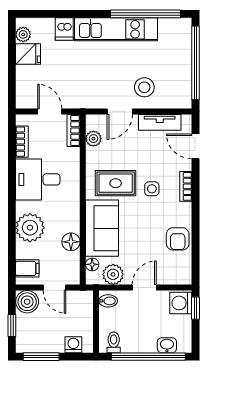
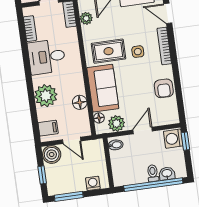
bookcase: (186, 186) -> (164, 46), width x1.56
toilet: (114, 342) -> (153, 173), moved

